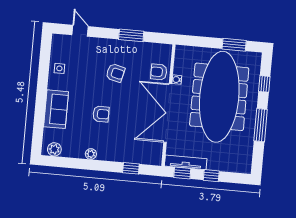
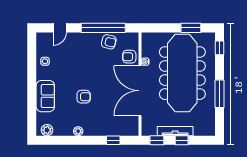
door: (80, 31) -> (60, 28), swing flipped
window: (131, 35) -> (103, 28), width x2.11
armchair: (115, 73) -> (109, 42), moved
window: (264, 84) -> (219, 48), moved
tv unit: (186, 162) -> (175, 131), moved

